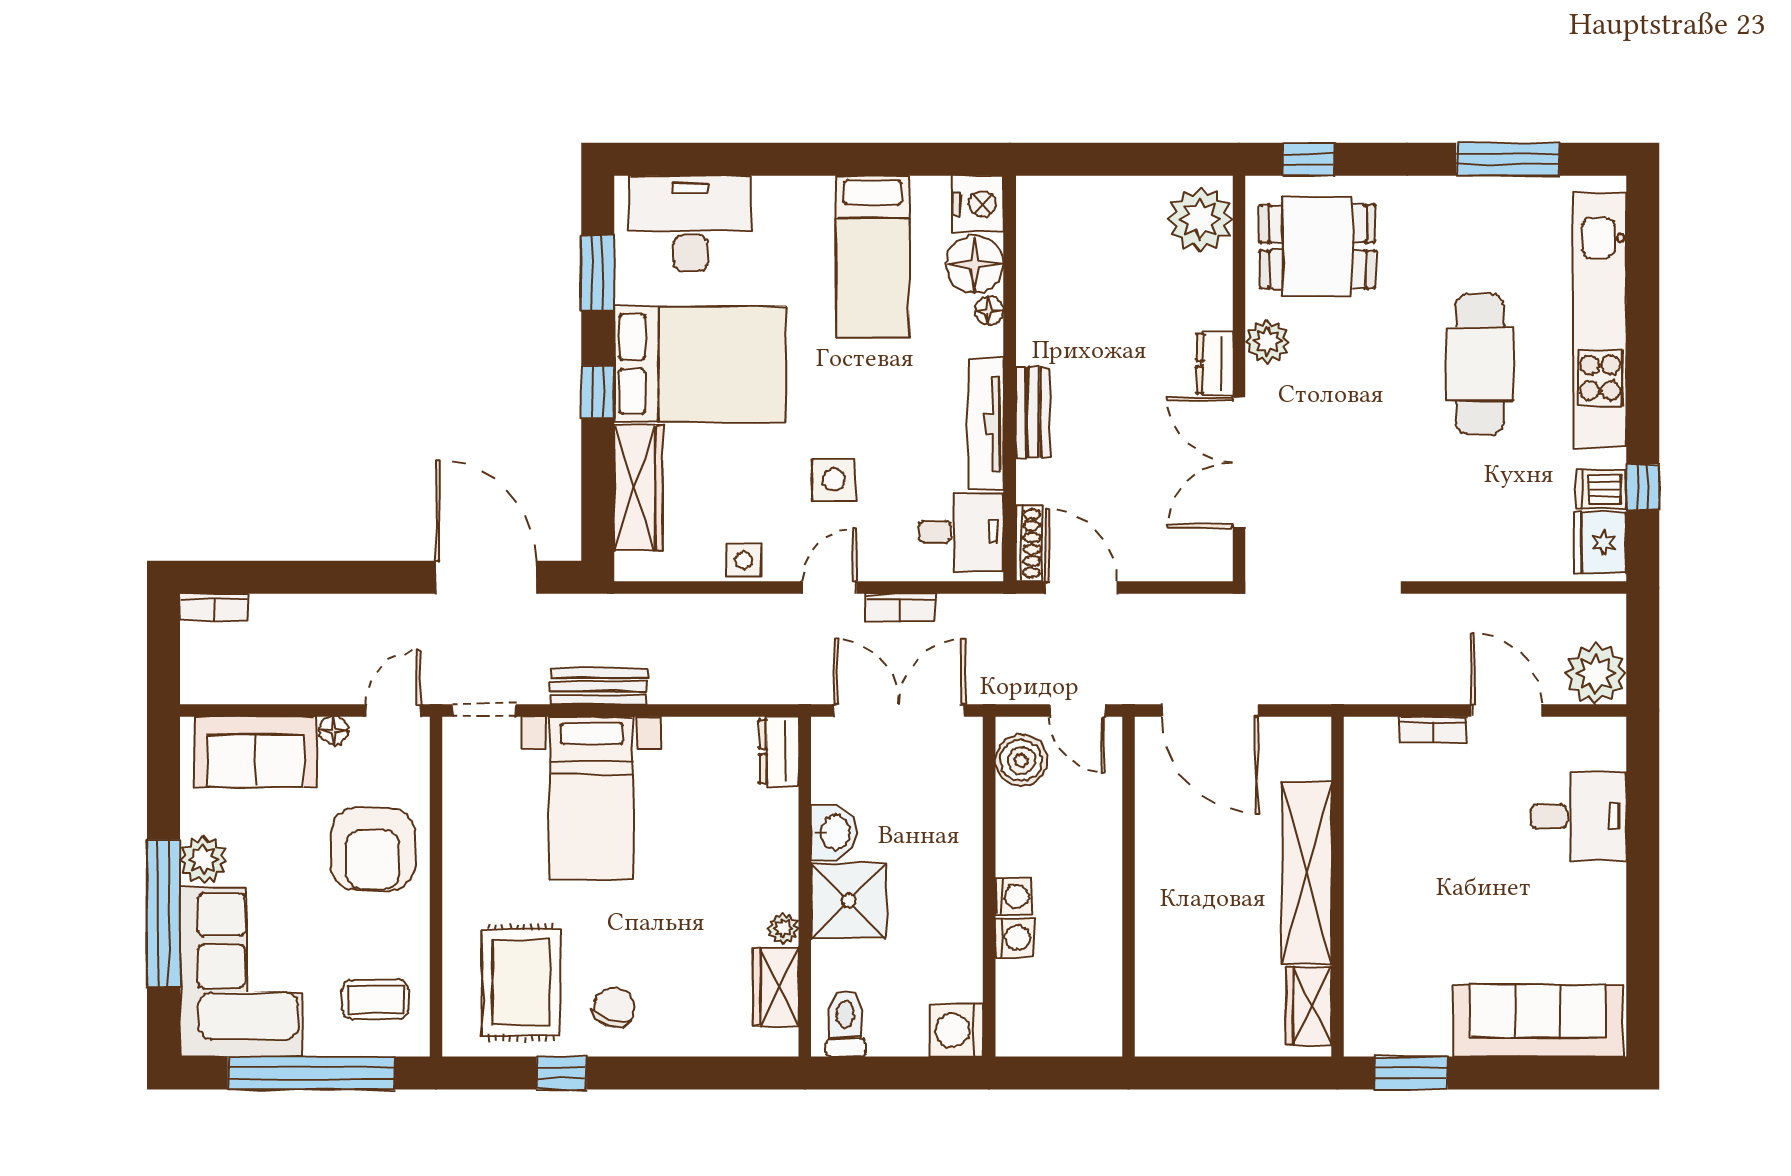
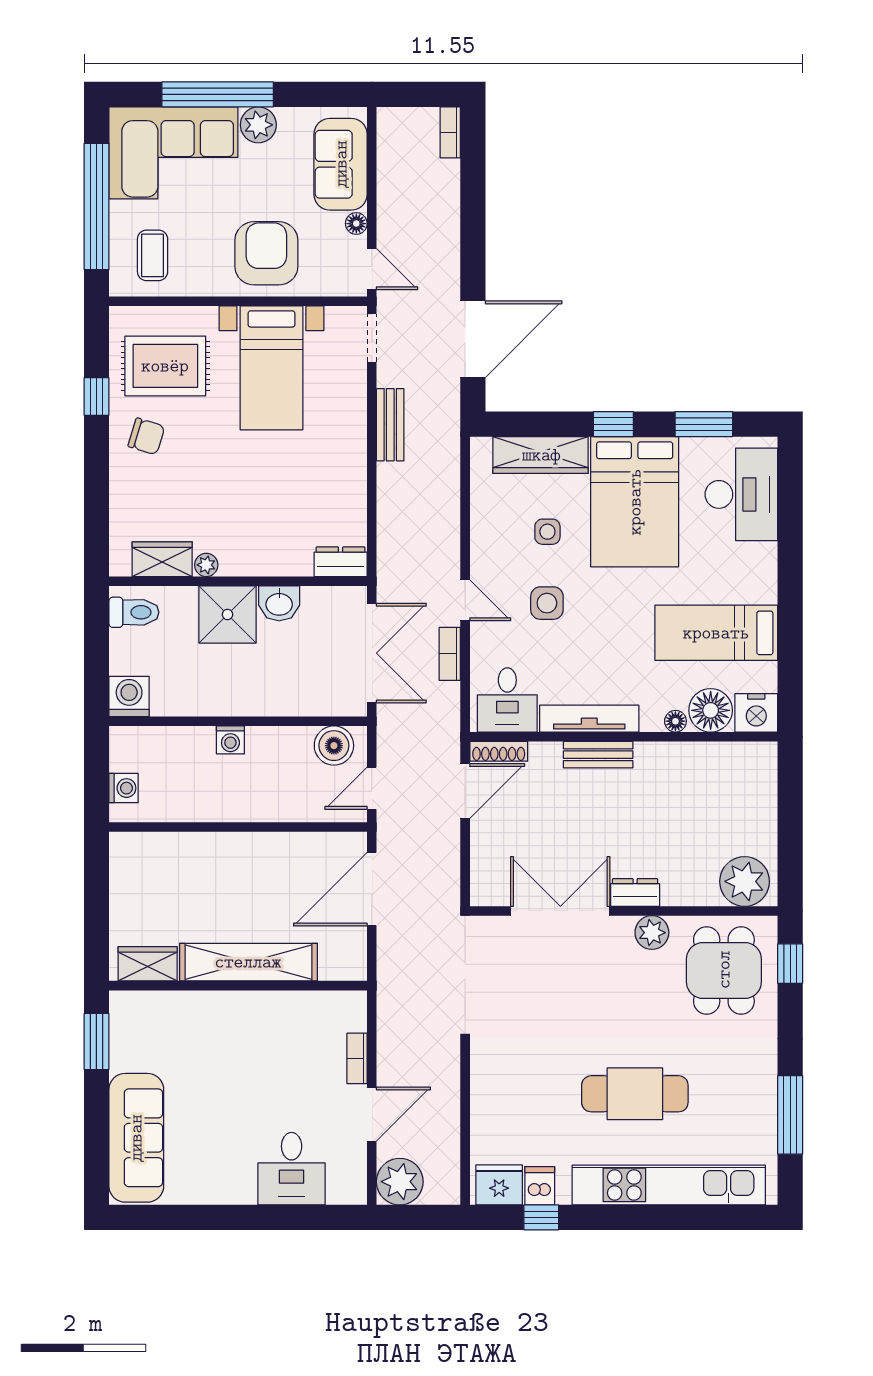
side table: (744, 560) -> (547, 532), moved
bed with nightstands: (592, 798) -> (271, 368), moved, turned -90
armchair: (373, 849) -> (266, 253), turned 90
washing machine: (1015, 938) -> (124, 788), moved, turned -90

